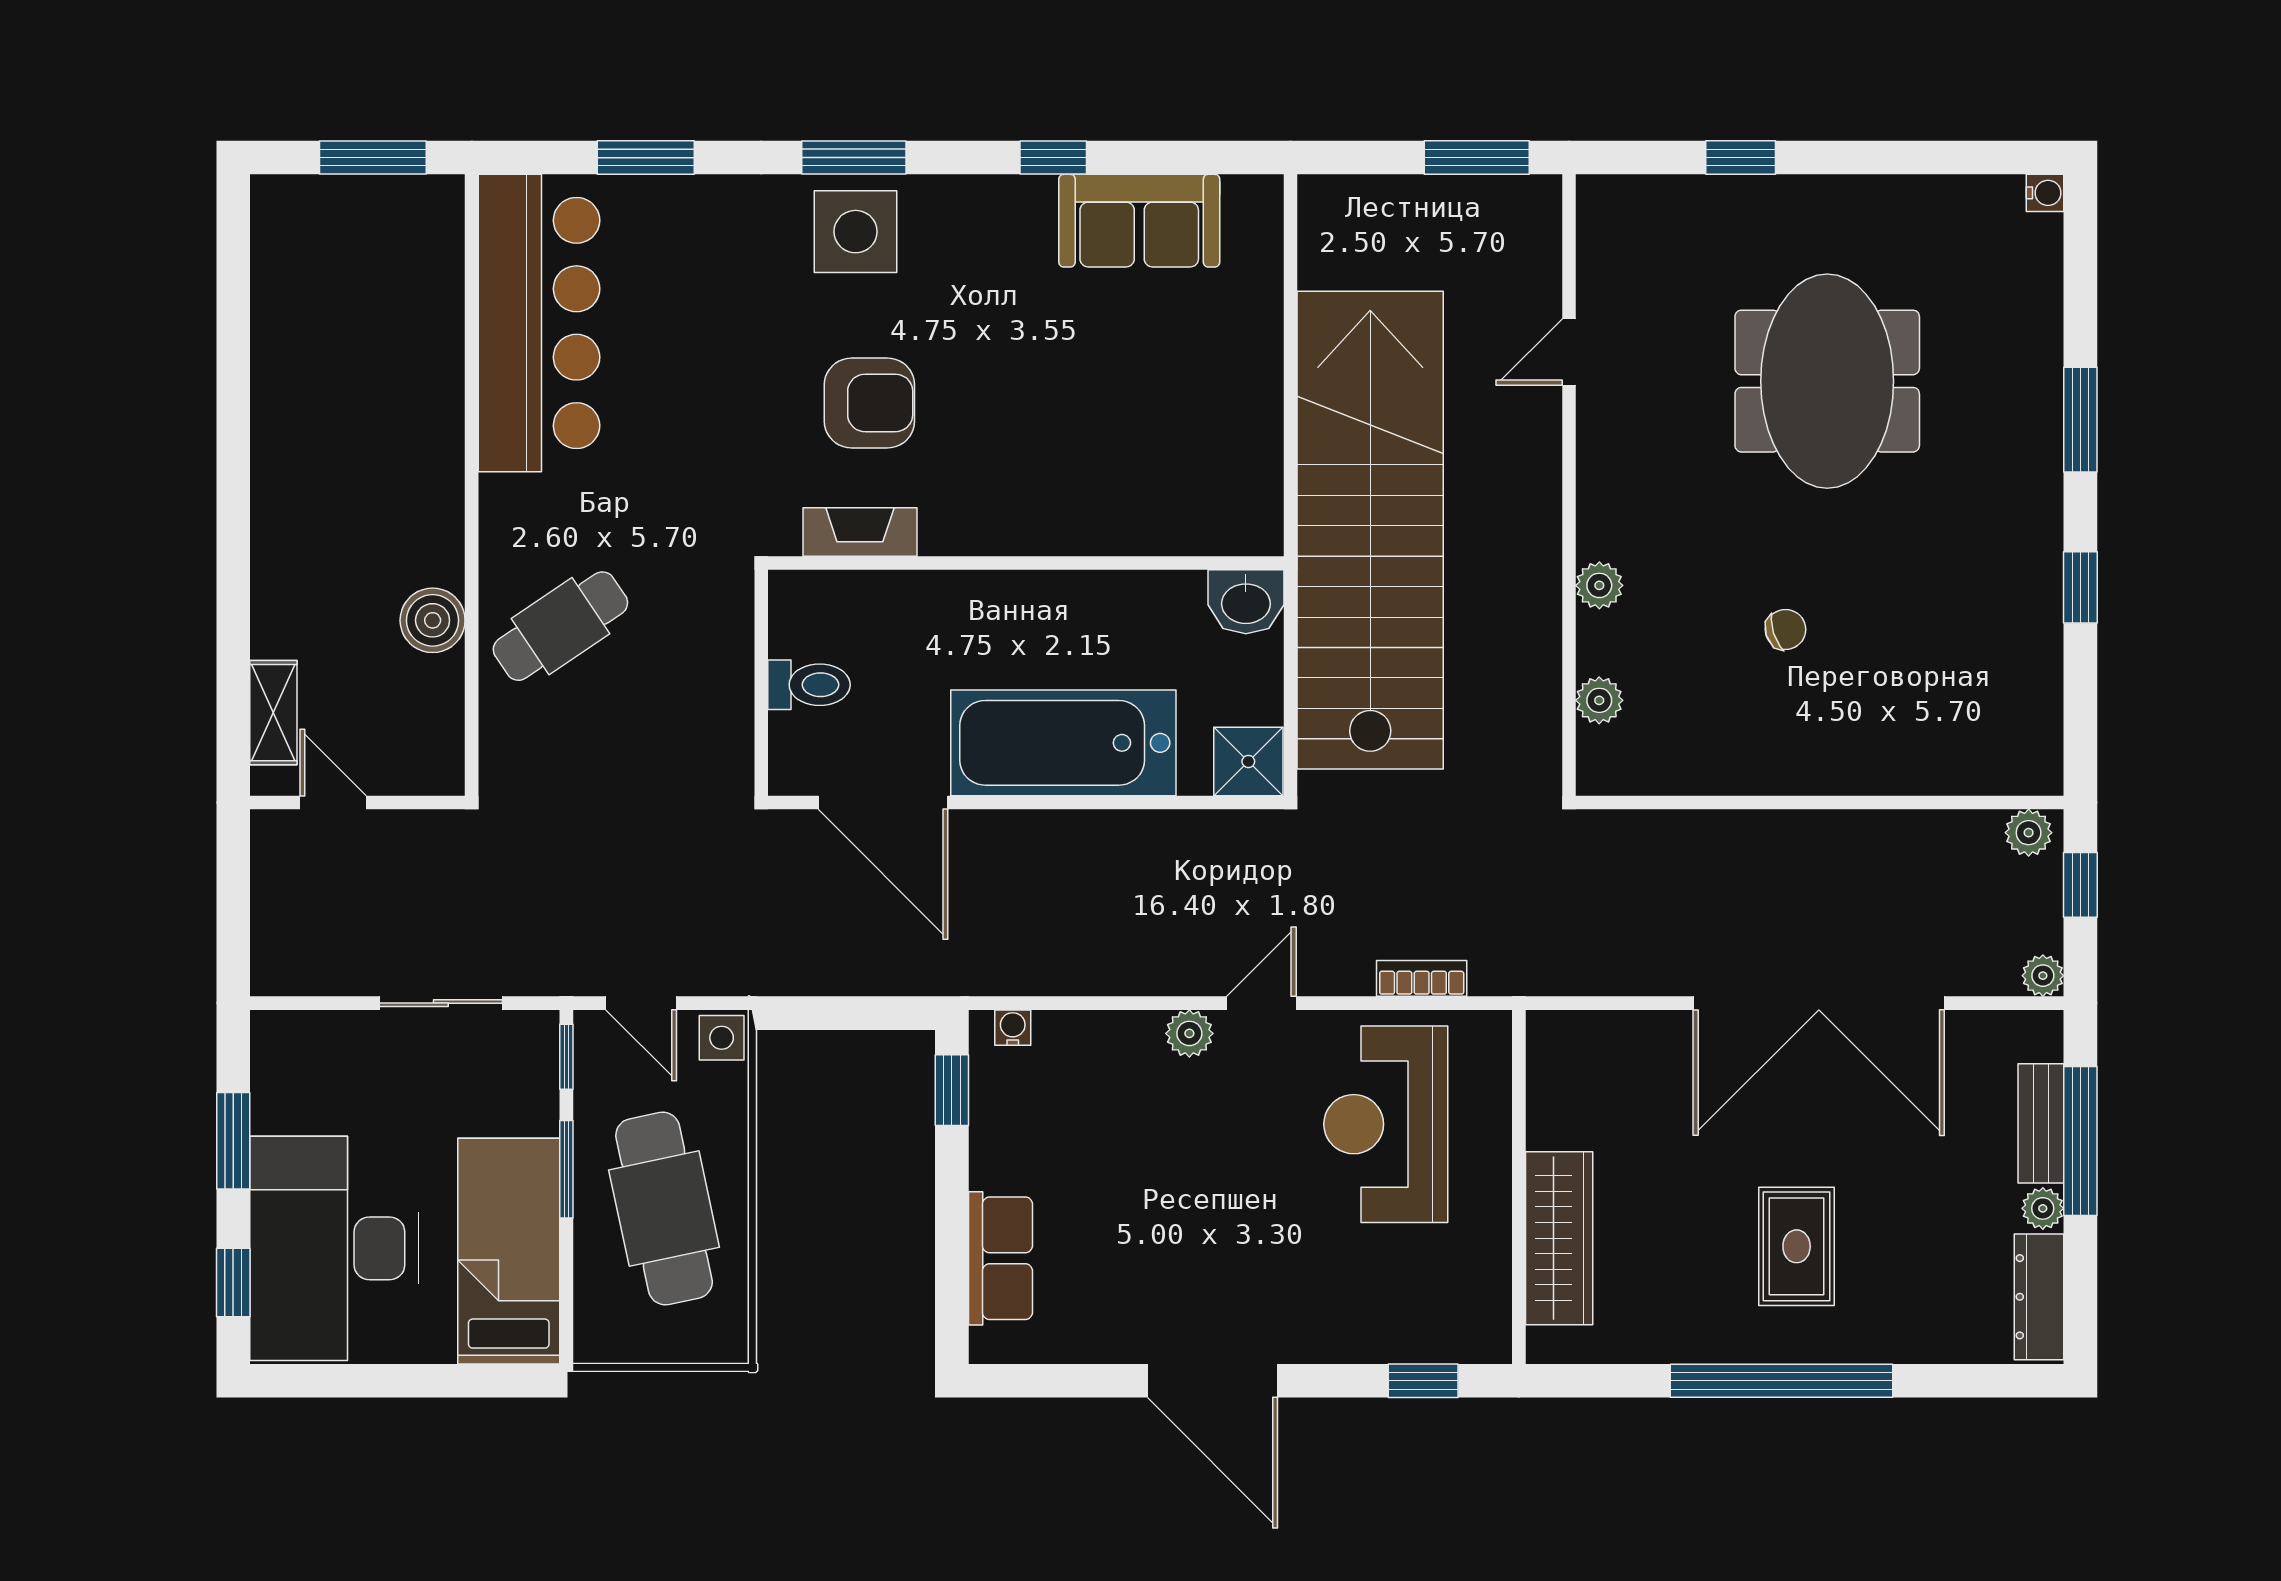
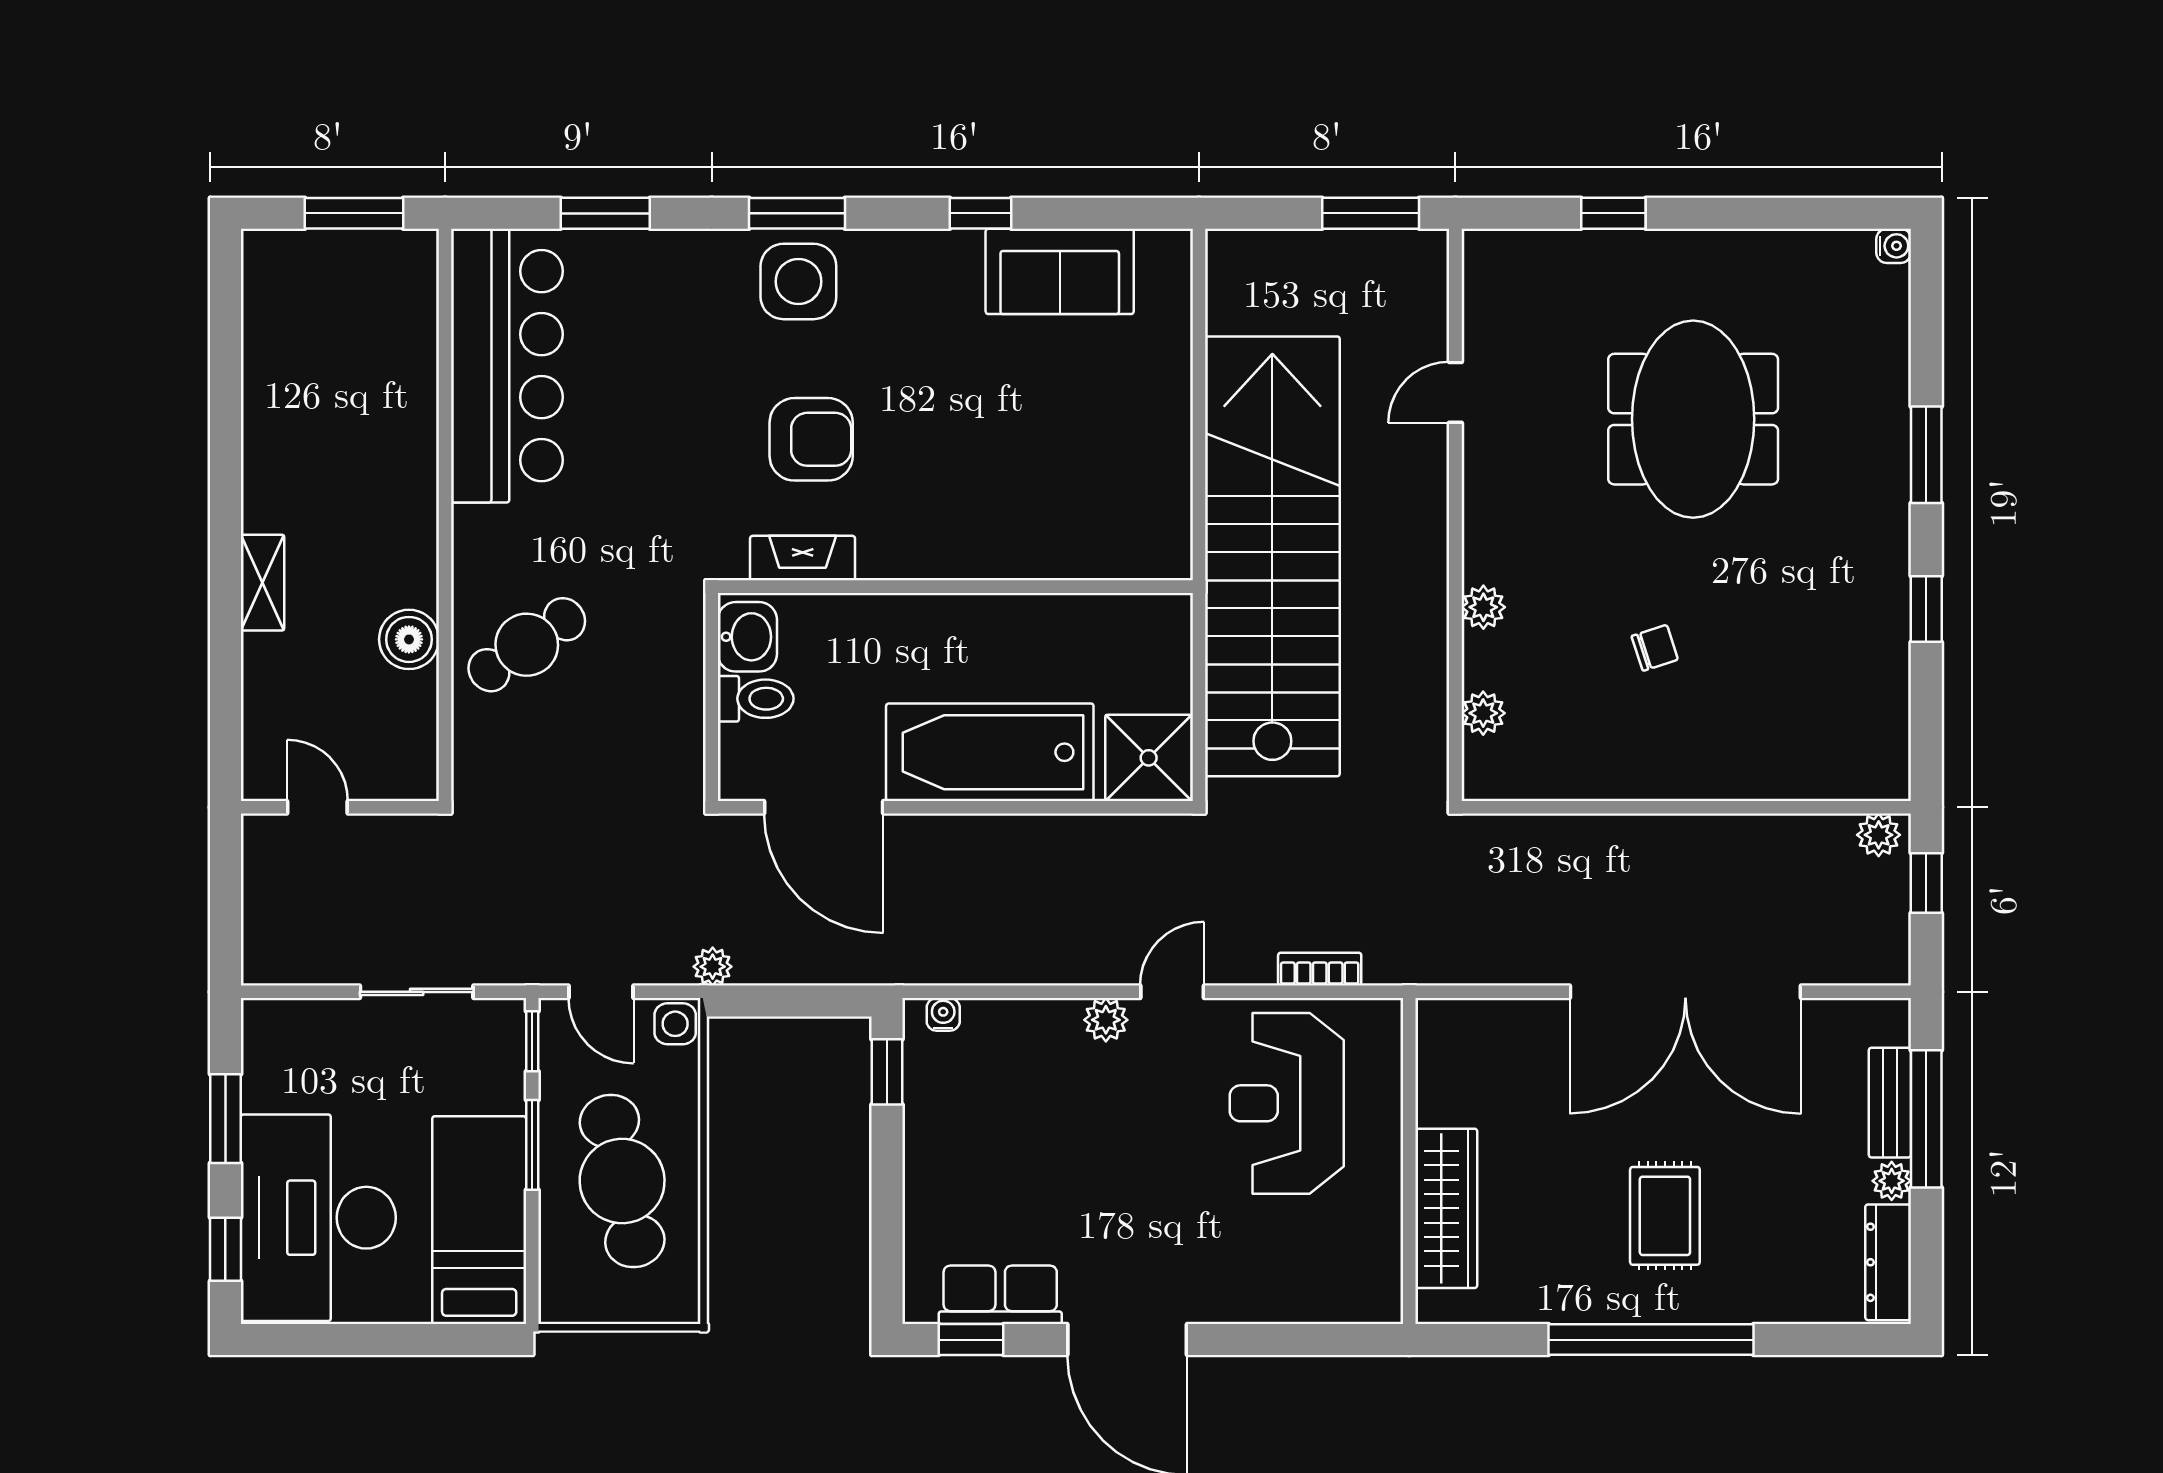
washbasin: (1246, 602) -> (747, 637), moved, turned -90
shelving: (273, 713) -> (262, 583), moved
shower: (1248, 761) -> (1149, 758), width x1.36, depth x1.36
plant: (2043, 976) -> (713, 967), moved
row of seats: (1000, 1258) -> (1000, 1295), moved, turned -90
window: (1423, 1381) -> (971, 1340), moved

